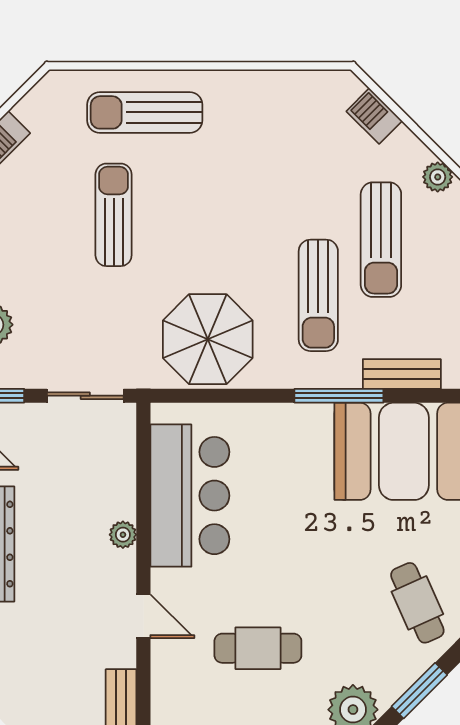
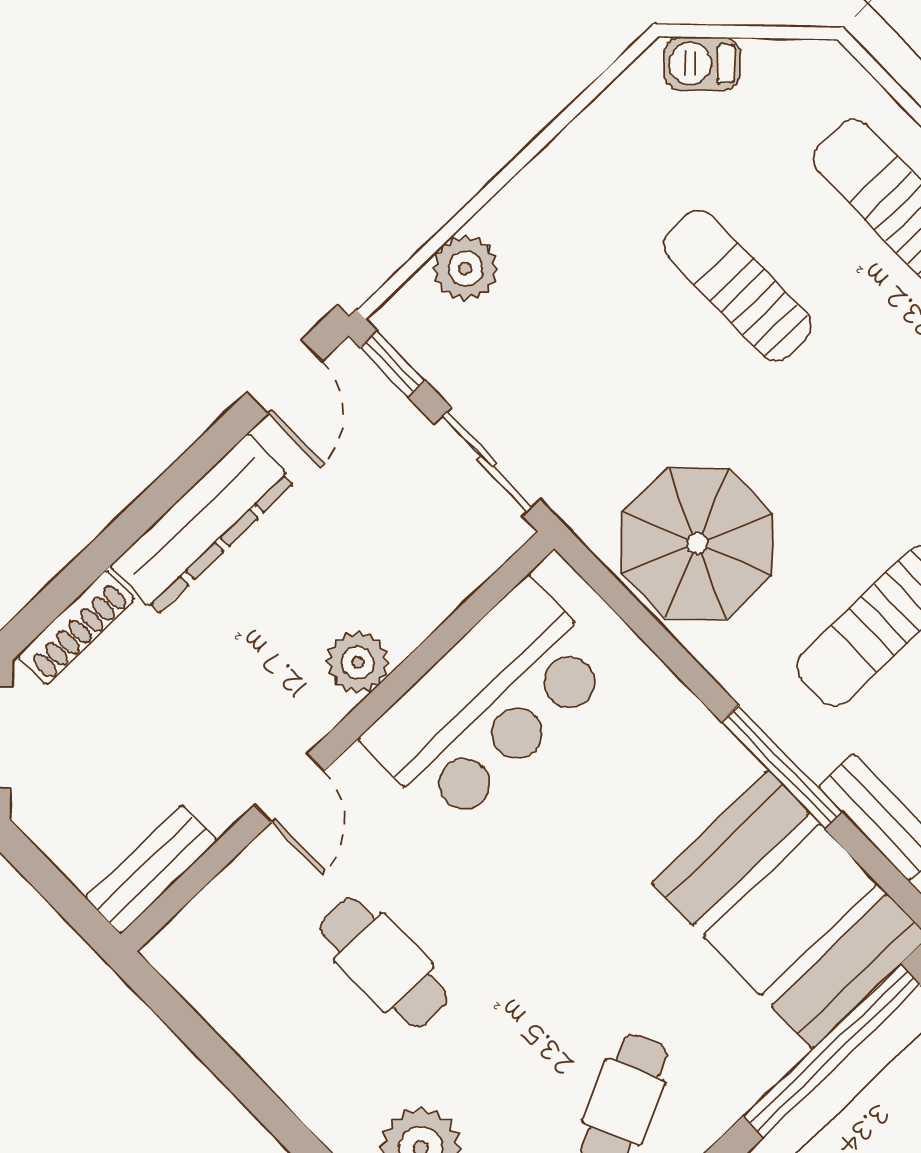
sun lounger: (114, 215) -> (737, 286), turned -90
plant: (123, 535) -> (358, 662), width x1.38, depth x1.38

